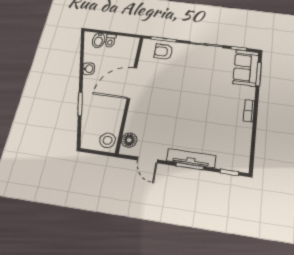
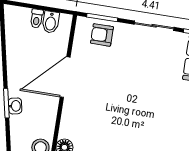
bidet: (99, 40) -> (51, 22), moved
washbasin: (88, 69) -> (15, 106), moved

